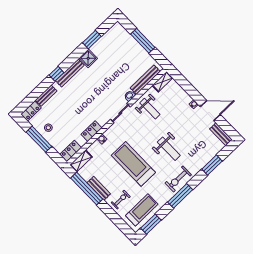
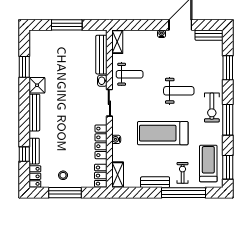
window: (57, 74) -> (24, 154), moved
locker: (91, 131) -> (101, 142), width x1.53
window: (87, 189) -> (183, 193), moved

